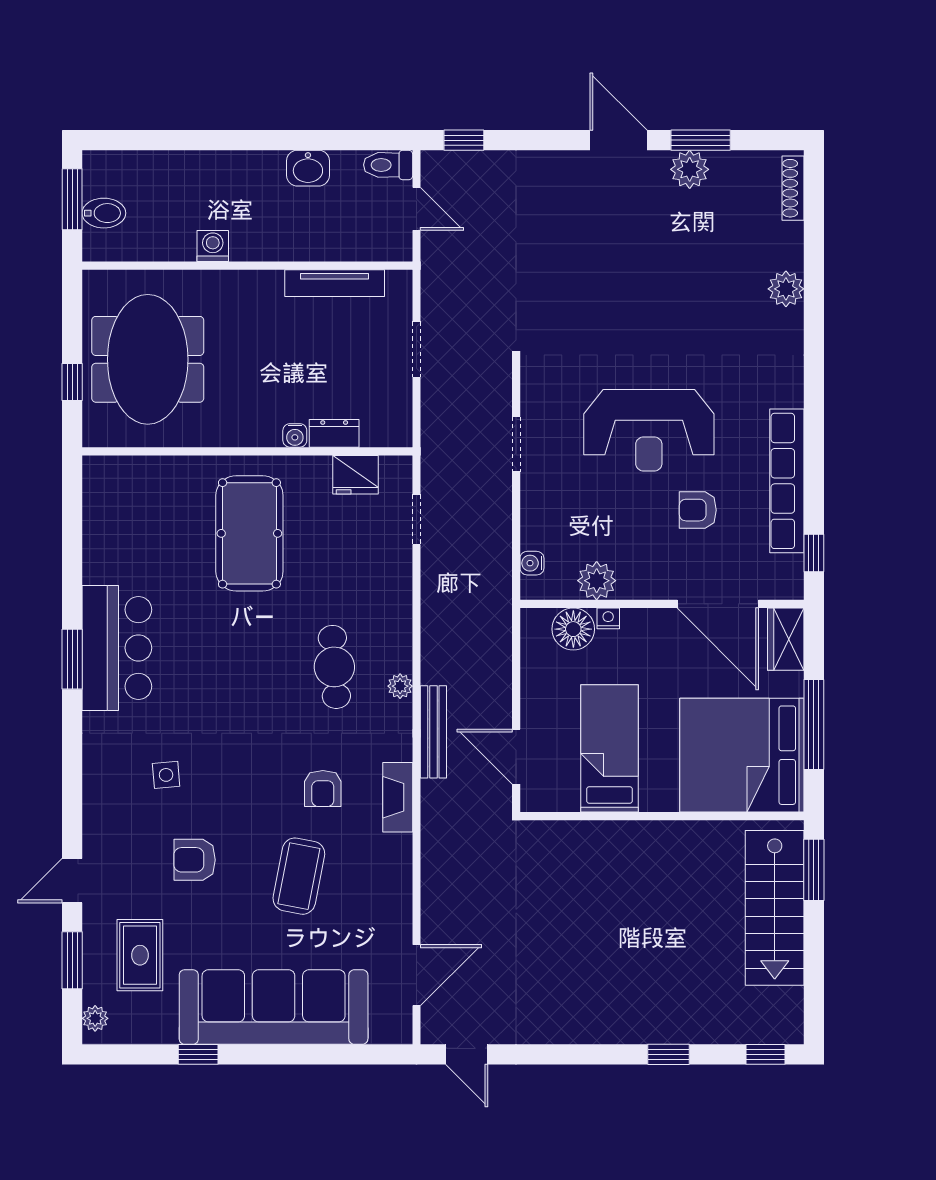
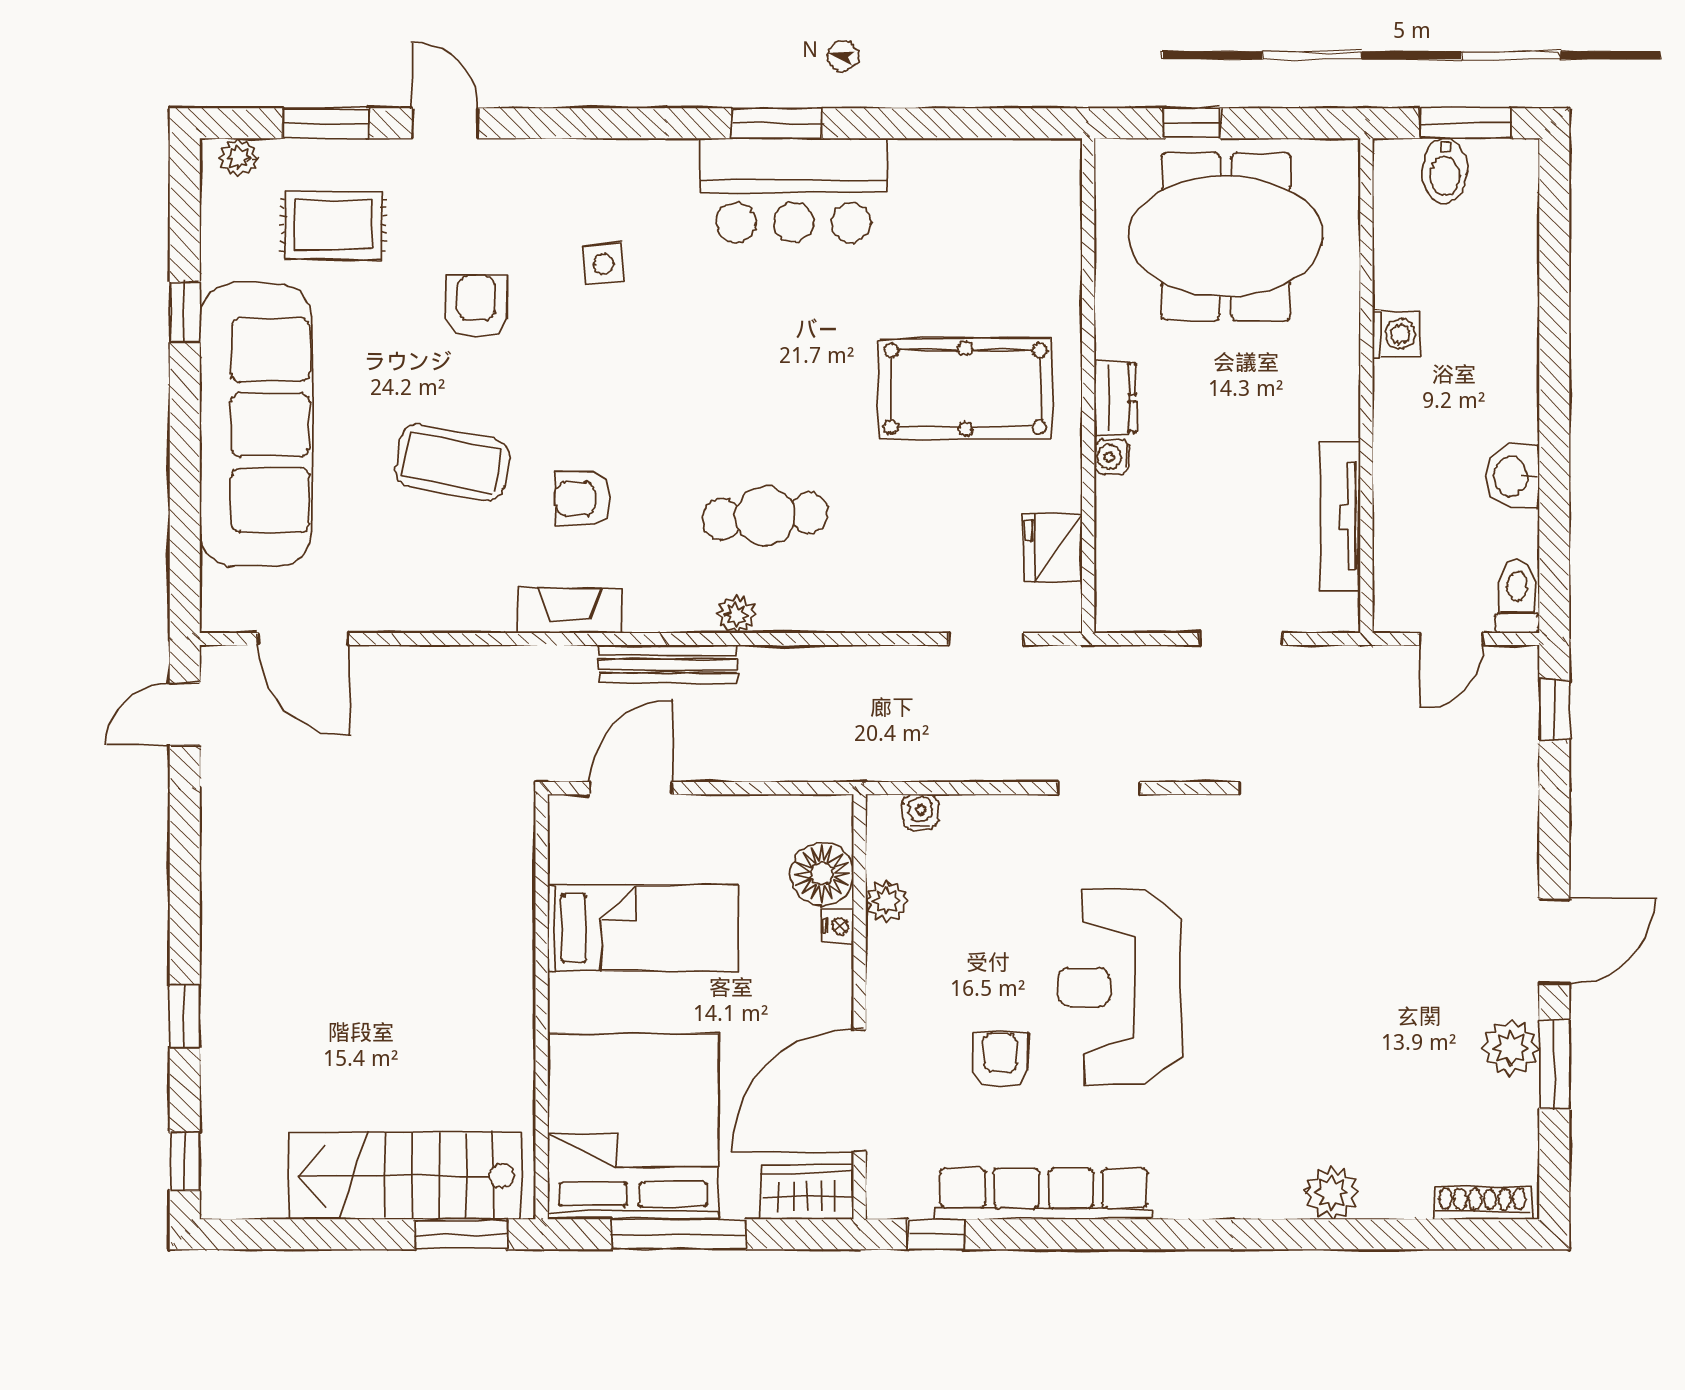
dresser: (334, 433) -> (1115, 398), moved
plant: (597, 581) -> (887, 901), width x0.73, depth x0.73

